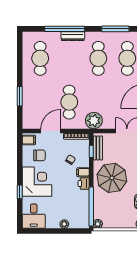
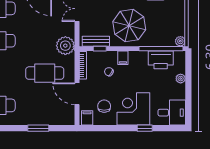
printer: (84, 184) -> (161, 60), moved, width x1.87, depth x1.48

